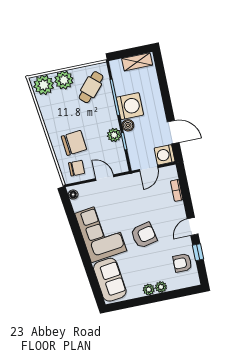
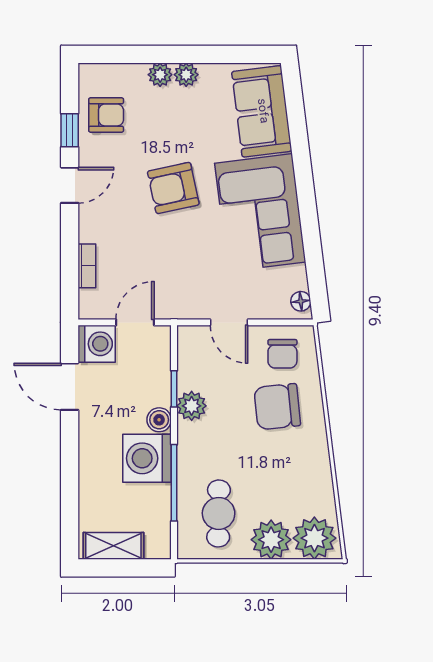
cafe table: (91, 87) -> (219, 513), turned -41
chair: (77, 168) -> (282, 354), turned -90

